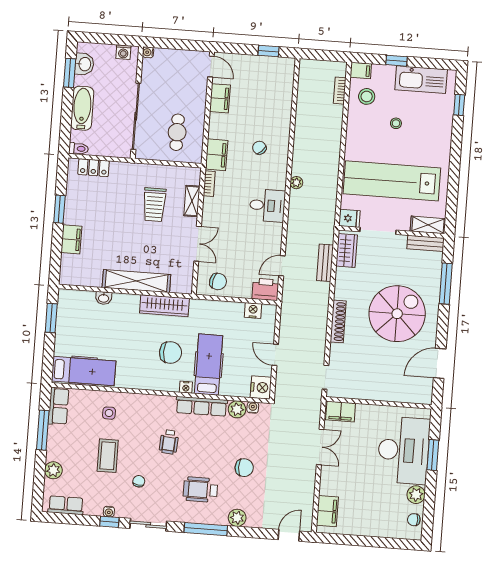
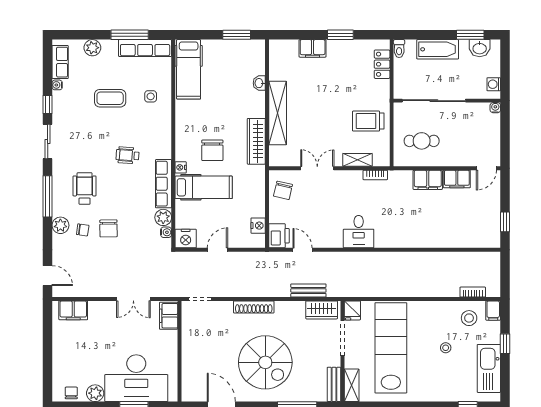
chair: (259, 148) -> (413, 220), removed
filing cabinet: (216, 155) -> (428, 180), moved
plant: (296, 183) -> (382, 258), removed
trolley: (154, 205) -> (368, 121), moved
double door: (198, 244) -> (317, 168), swing flipped
row of seats: (58, 406) -> (145, 48), width x1.48
chair: (139, 481) -> (83, 230), moved
water cooler: (109, 512) -> (57, 85), moved

